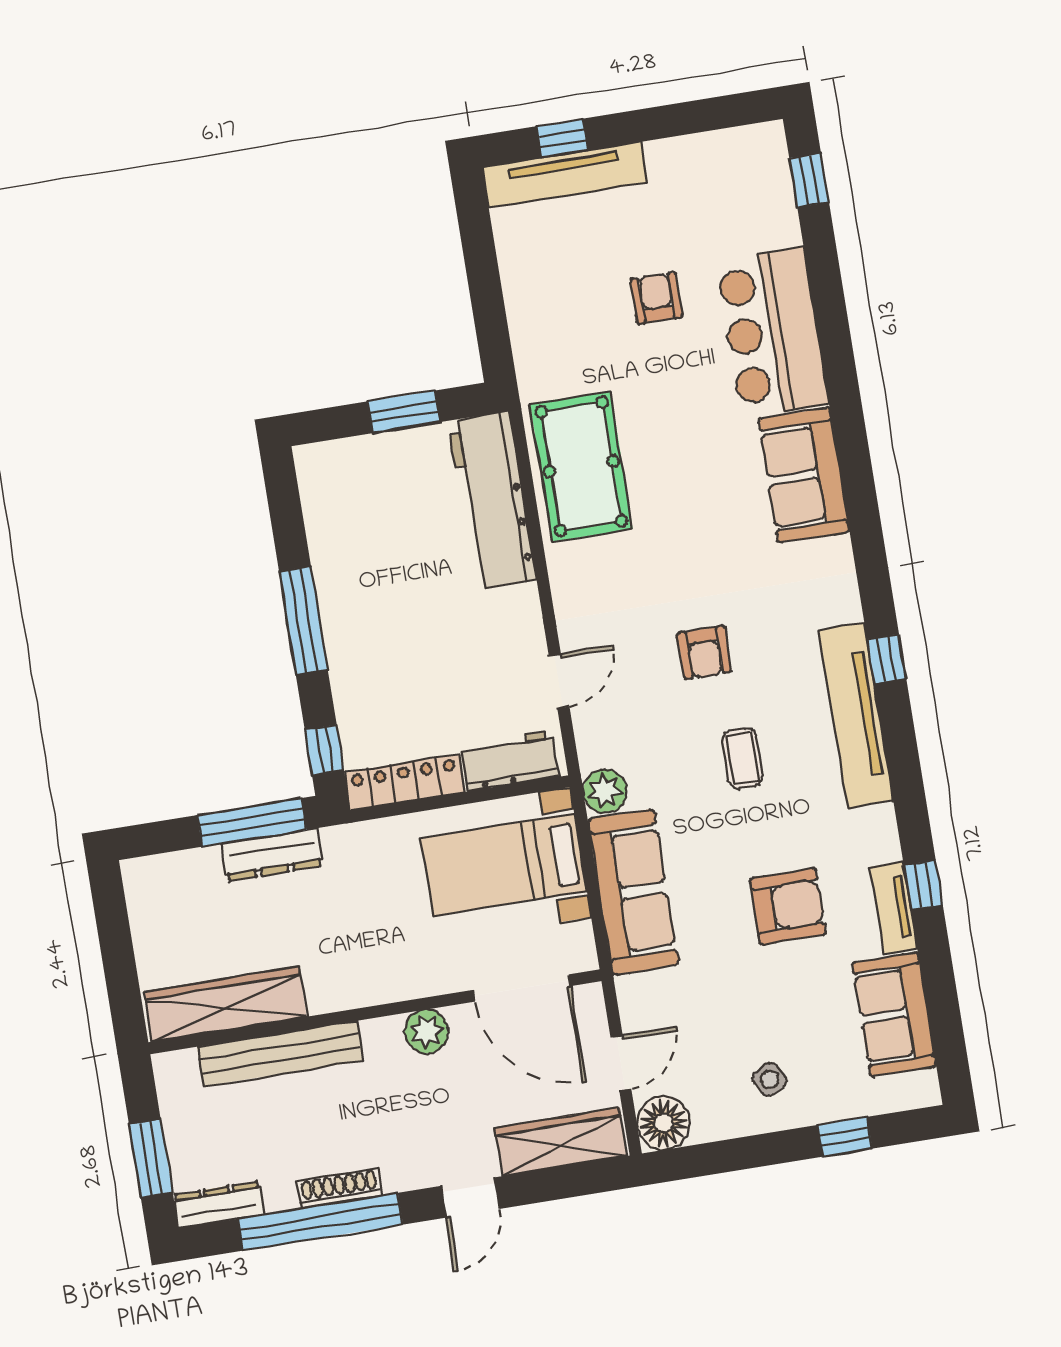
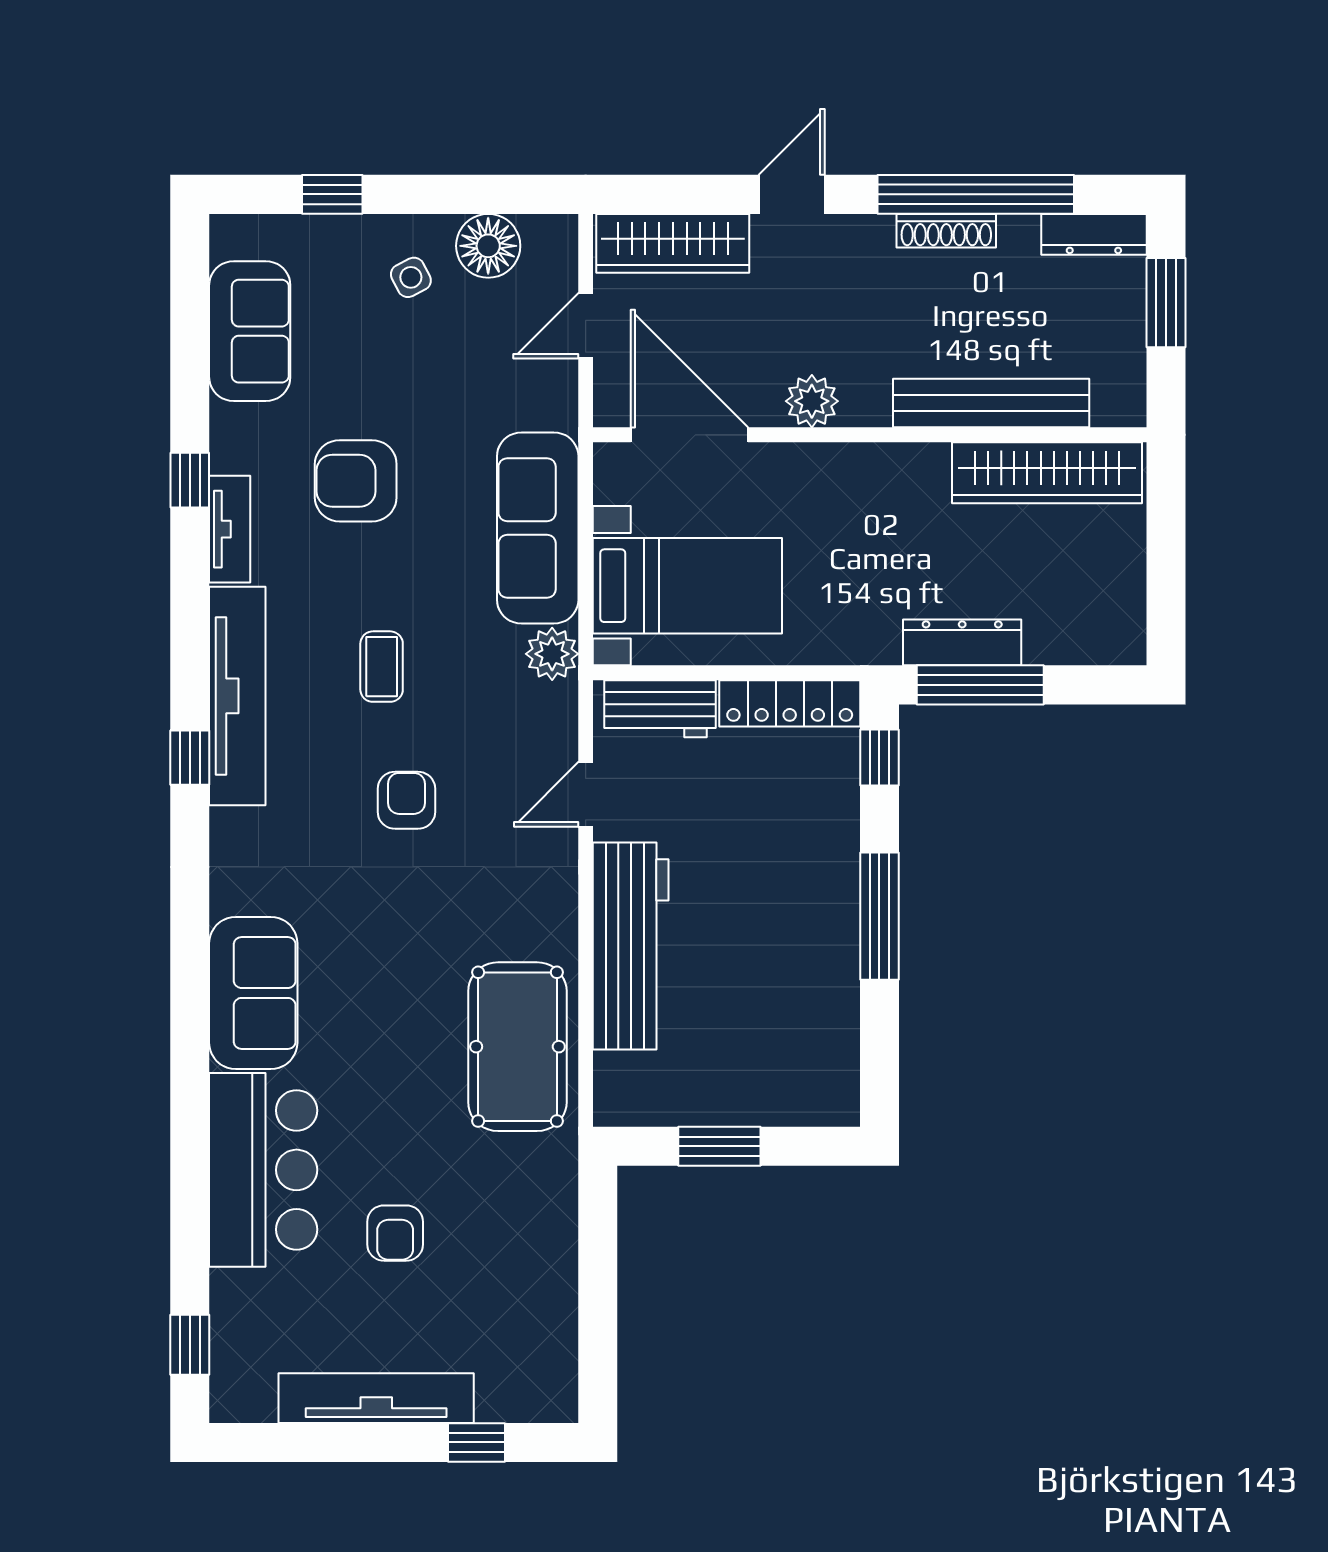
tv unit: (565, 175) -> (376, 1398), moved
workbench: (492, 500) -> (631, 946), moved
tv unit: (894, 908) -> (230, 529), moved
floor lamp: (664, 1123) -> (488, 246), moved

